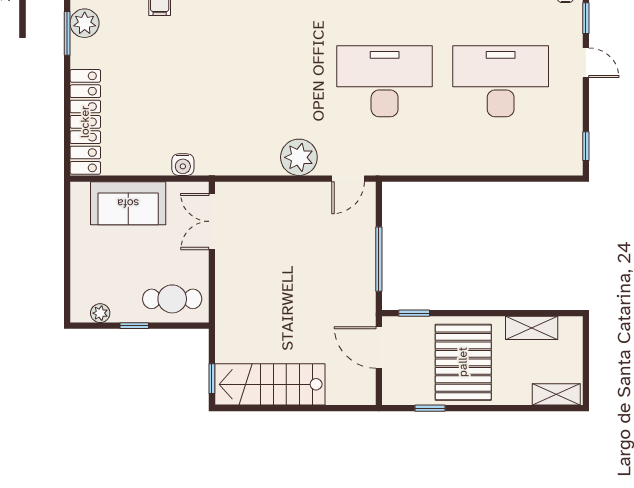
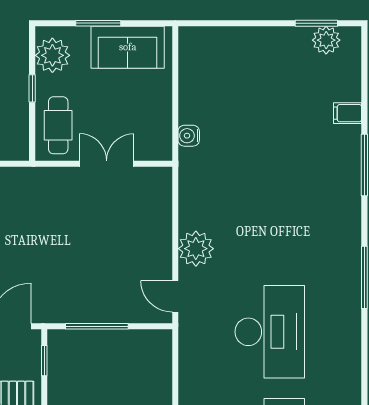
locker: (85, 122) -> (230, 41), removed
sofa: (128, 203) -> (128, 47), moved, turned -90
double door: (212, 221) -> (107, 164), moved
window: (67, 258) -> (98, 23), added
plant: (100, 313) -> (52, 55), width x1.87, depth x1.87

